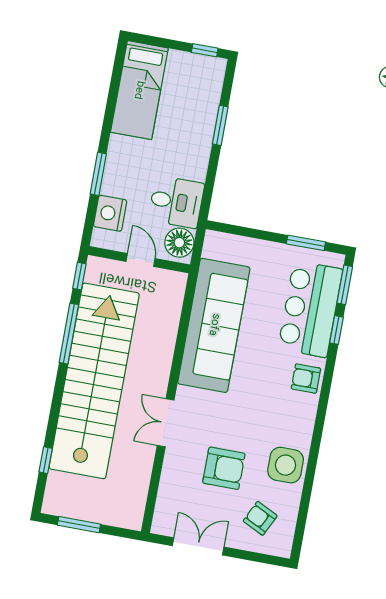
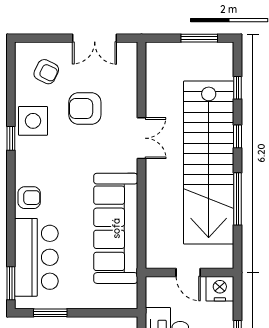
nightstand: (110, 213) -> (220, 289), moved, turned -90
floor lamp: (179, 243) -> (158, 293), removed
window: (79, 276) -> (237, 136), moved
window: (336, 330) -> (11, 138), moved

